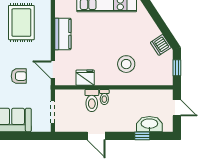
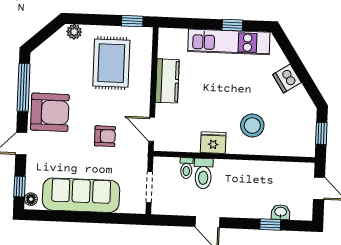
dishwasher: (161, 45) -> (287, 78), moved
fridge: (85, 78) -> (213, 143), moved
toilet: (104, 97) -> (186, 168), moved
washbasin: (149, 124) -> (281, 212), width x0.52, depth x0.69

